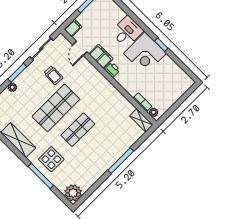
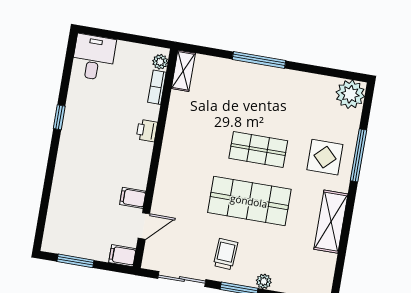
desk: (127, 32) -> (94, 57), moved, turned 90
corner desk: (145, 53) -> (87, 131), removed
filing cabinet: (101, 56) -> (133, 198), width x0.50
printer: (112, 70) -> (147, 131), moved
trolley: (53, 75) -> (226, 254), moved

